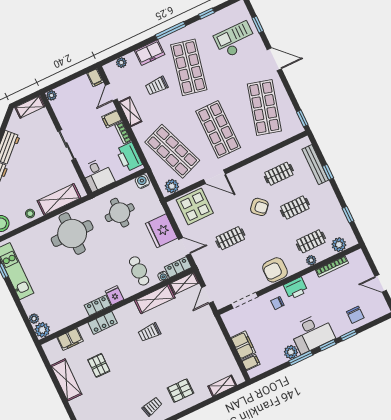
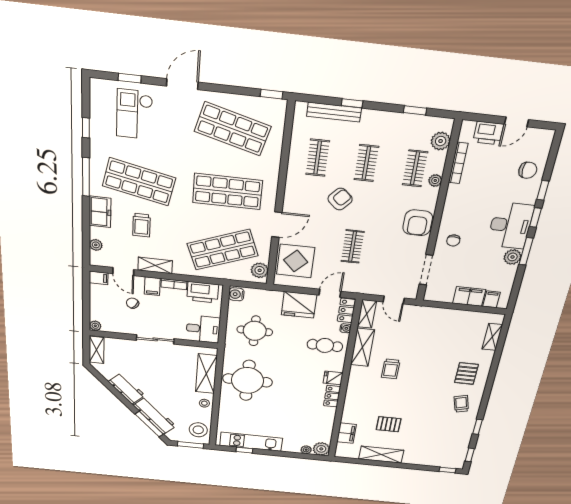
chair: (88, 112) -> (133, 303), added
printer: (296, 288) -> (488, 133), moved, turned 90
locker: (103, 323) -> (352, 401), removed

